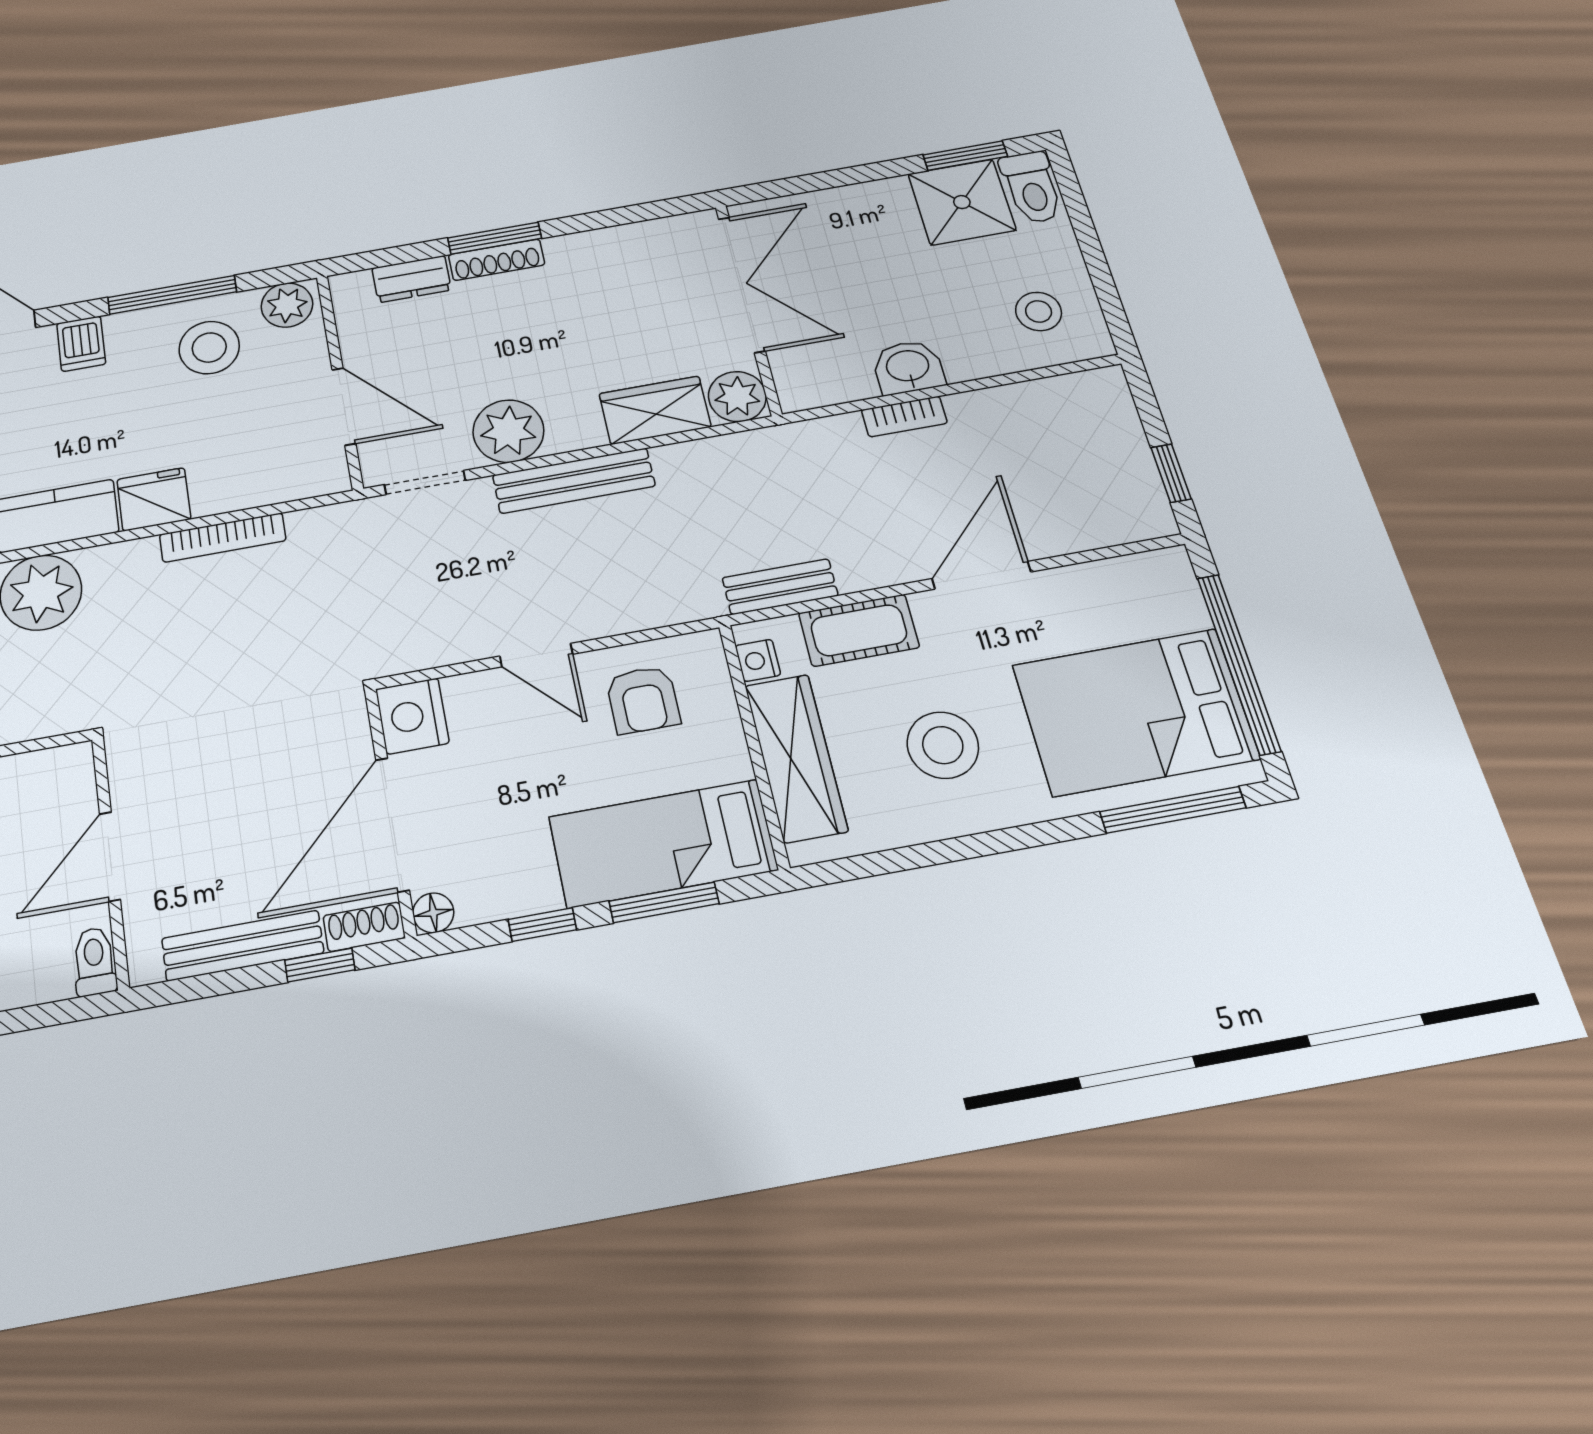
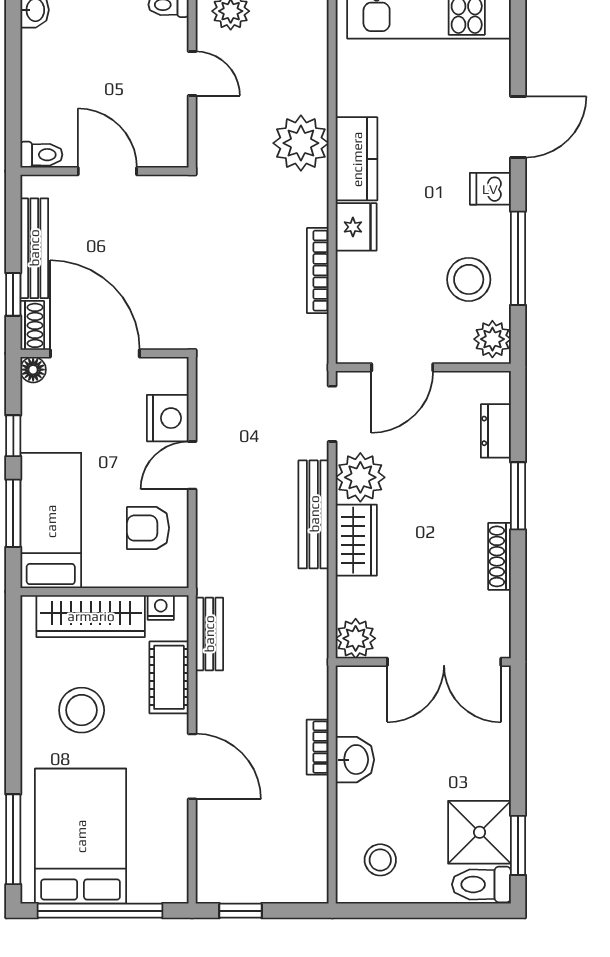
shoe rack: (497, 260) -> (500, 556), moved
wardrobe: (655, 410) -> (356, 540), moved
nightstand: (412, 716) -> (168, 418), moved, turned 90

